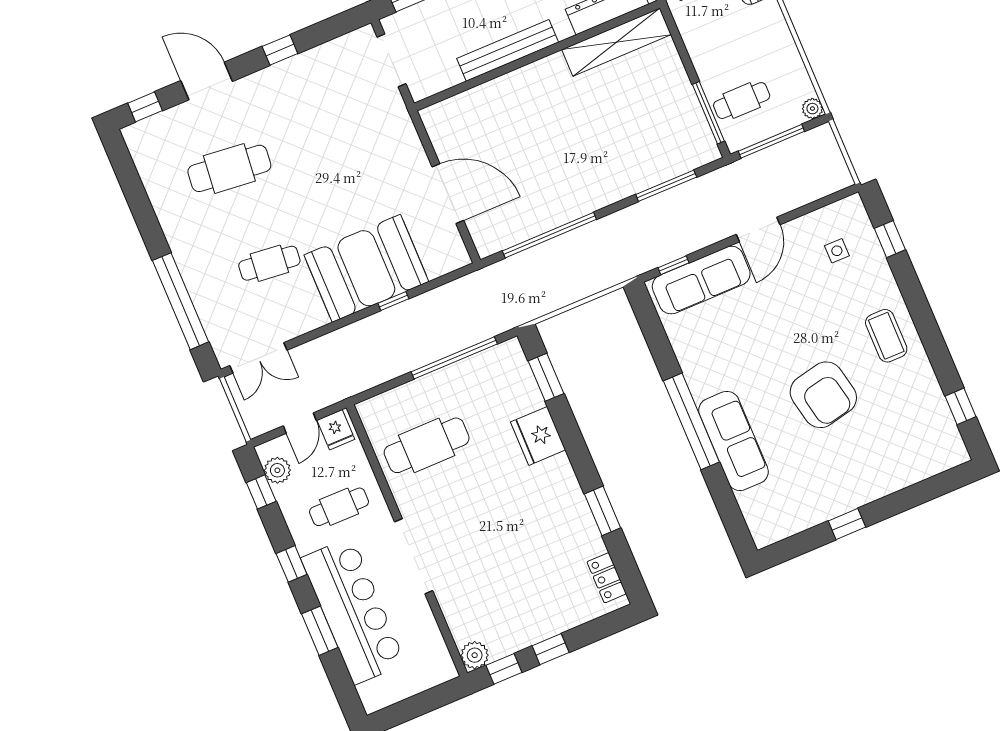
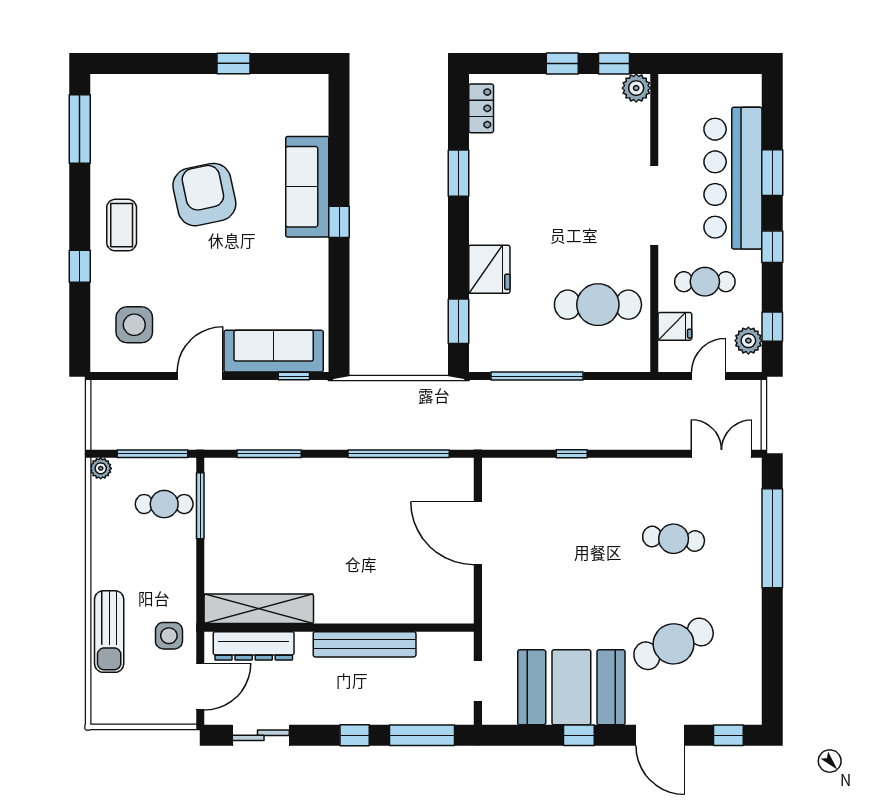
doorway: (392, 60) -> (478, 681), width x0.73
cafe table: (229, 168) -> (674, 644), turned -30
window: (890, 239) -> (80, 266), moved
side table: (837, 251) -> (134, 325), width x1.87, depth x1.87
booth: (366, 268) -> (571, 687), moved
window: (961, 406) -> (80, 129), width x2.17
window: (691, 421) -> (339, 222), width x0.32
fridge: (336, 430) -> (675, 326), moved, turned 90

